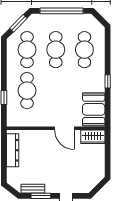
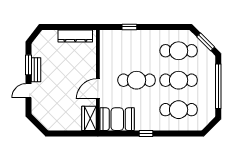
cafe table: (27, 91) -> (137, 80), moved
bench: (33, 189) -> (36, 70), moved

